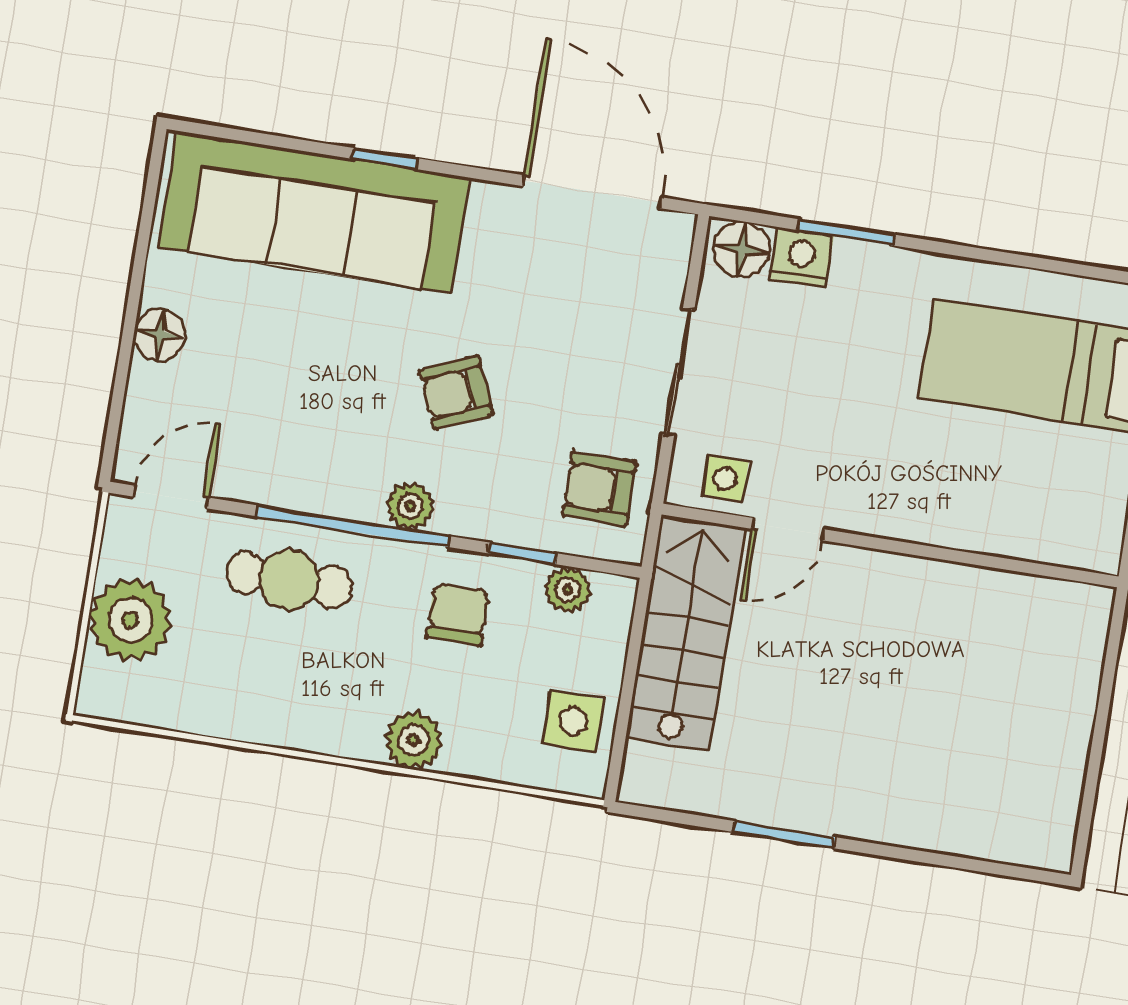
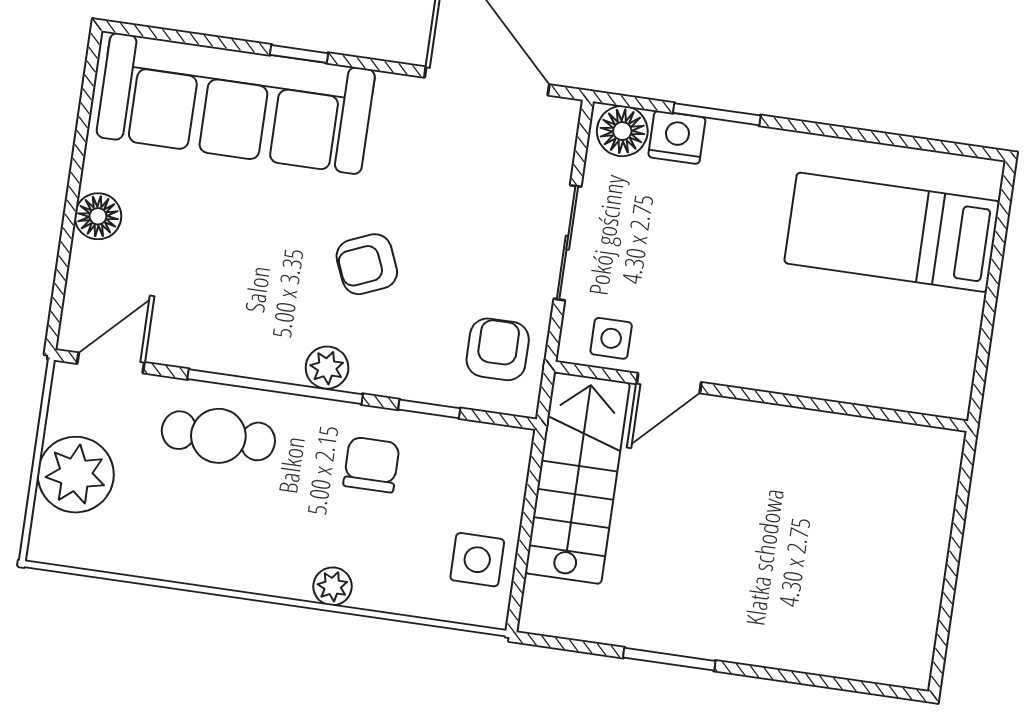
armchair: (599, 489) -> (498, 349), turned 90
plant: (568, 589) -> (470, 441), removed
plant: (414, 740) -> (333, 586), width x0.73, depth x0.73

